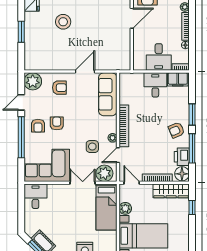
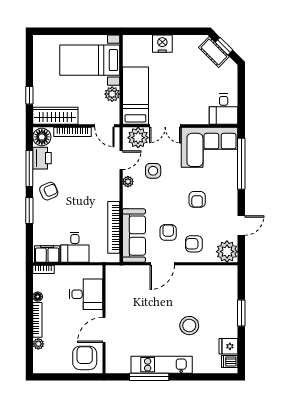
desk: (159, 57) -> (86, 294), moved, turned 90
armchair: (38, 126) -> (168, 232), moved
bookcase: (124, 126) -> (114, 227), moved
window: (21, 137) -> (241, 164), moved

